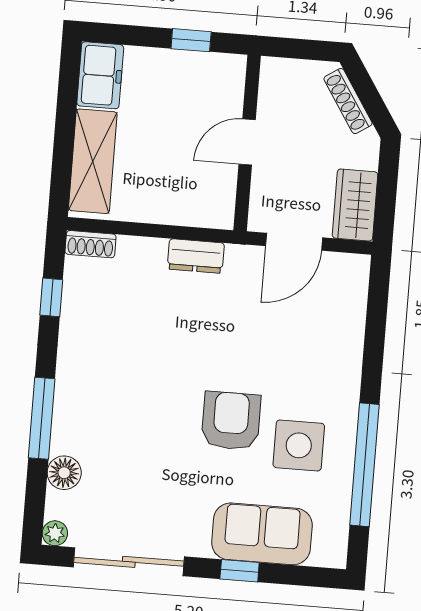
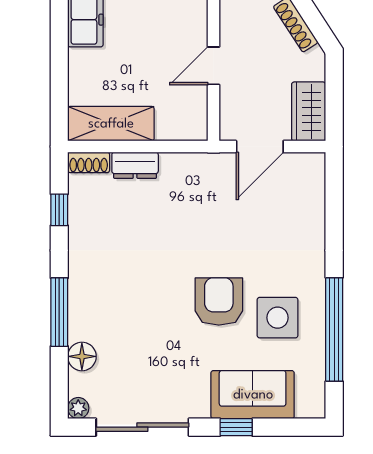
shelving: (93, 161) -> (111, 124), moved, turned 90
dresser: (196, 256) -> (135, 165), moved

